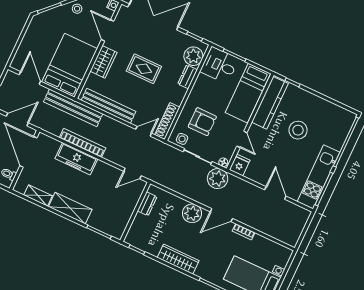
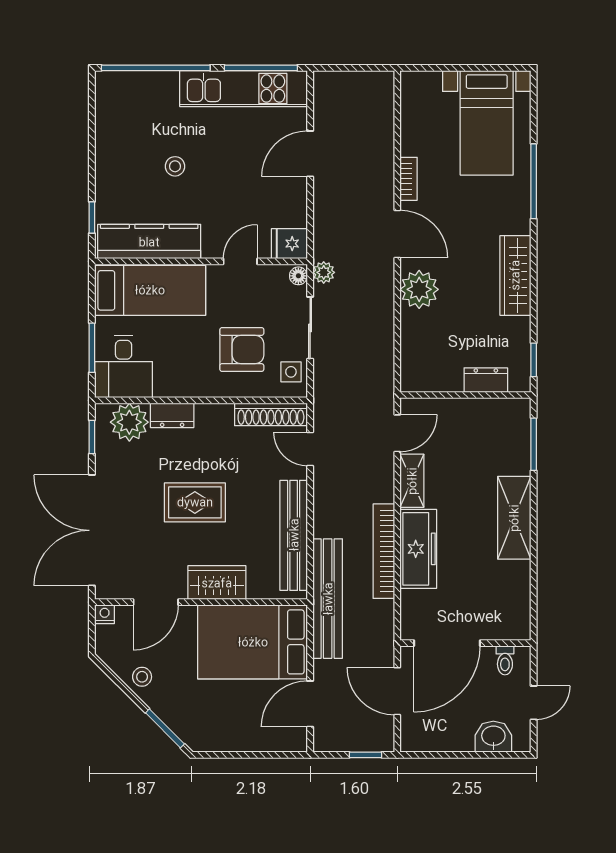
rug: (144, 69) -> (195, 502), turned 90
armchair: (202, 122) -> (242, 349), turned 90
stool: (298, 130) -> (175, 166), width x0.53, depth x0.53
door: (132, 173) -> (397, 433), hinge flipped
plant: (218, 179) -> (324, 272), width x0.53, depth x0.53
shelving: (38, 195) -> (412, 481), moved
dresser: (147, 204) -> (486, 380), moved

